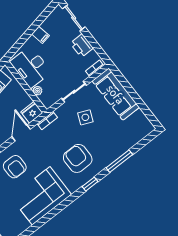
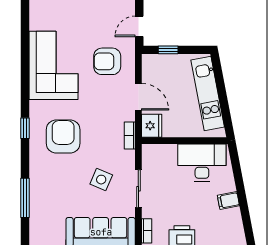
plant: (37, 91) -> (170, 150), removed
armchair: (78, 158) -> (63, 137), turned -90
window: (119, 161) -> (25, 198), moved

